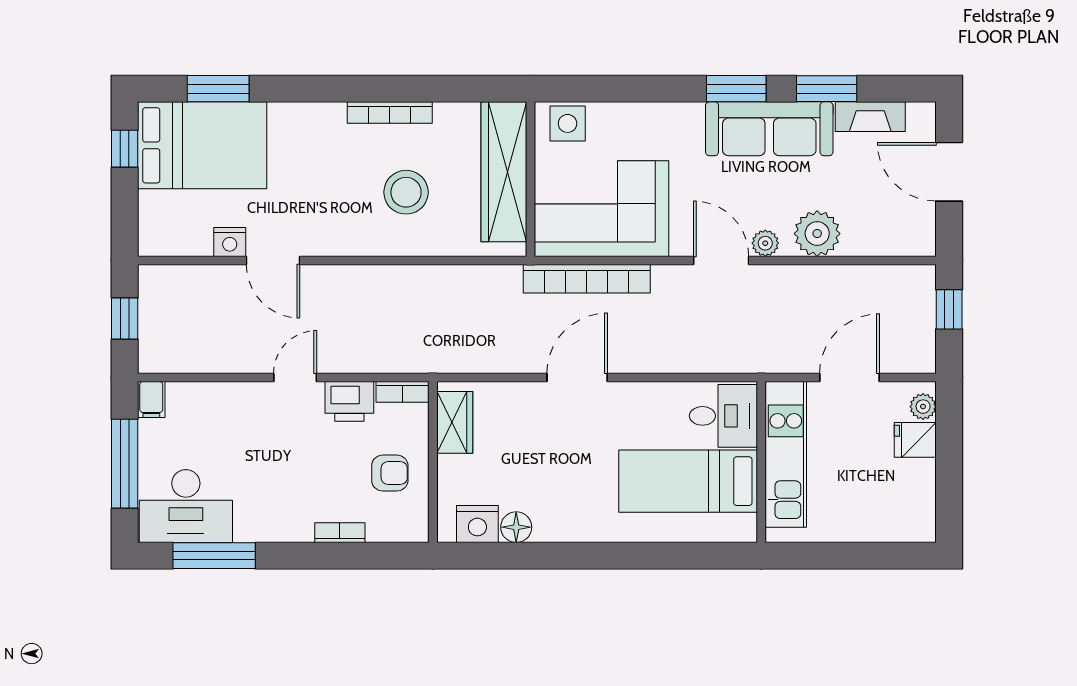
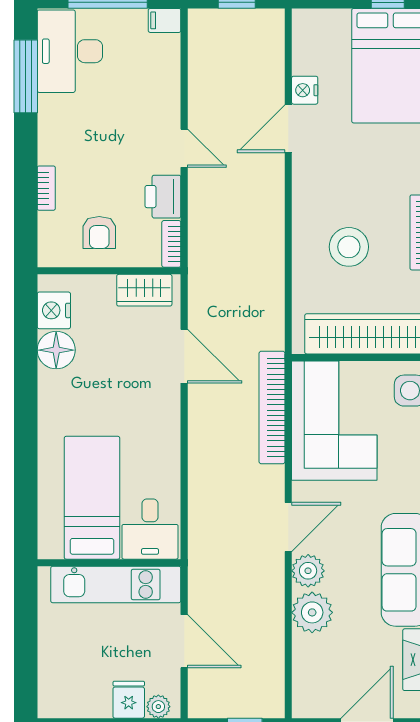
plant: (765, 243) -> (308, 571), width x1.38, depth x1.38
door: (577, 377) -> (184, 356), moved
floor lamp: (516, 527) -> (56, 350), width x1.38, depth x1.38

